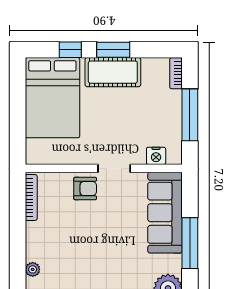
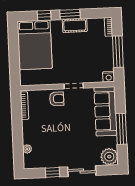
cot: (113, 72) -> (75, 25), width x0.73, depth x0.75
nightstand: (156, 156) -> (109, 77), moved

